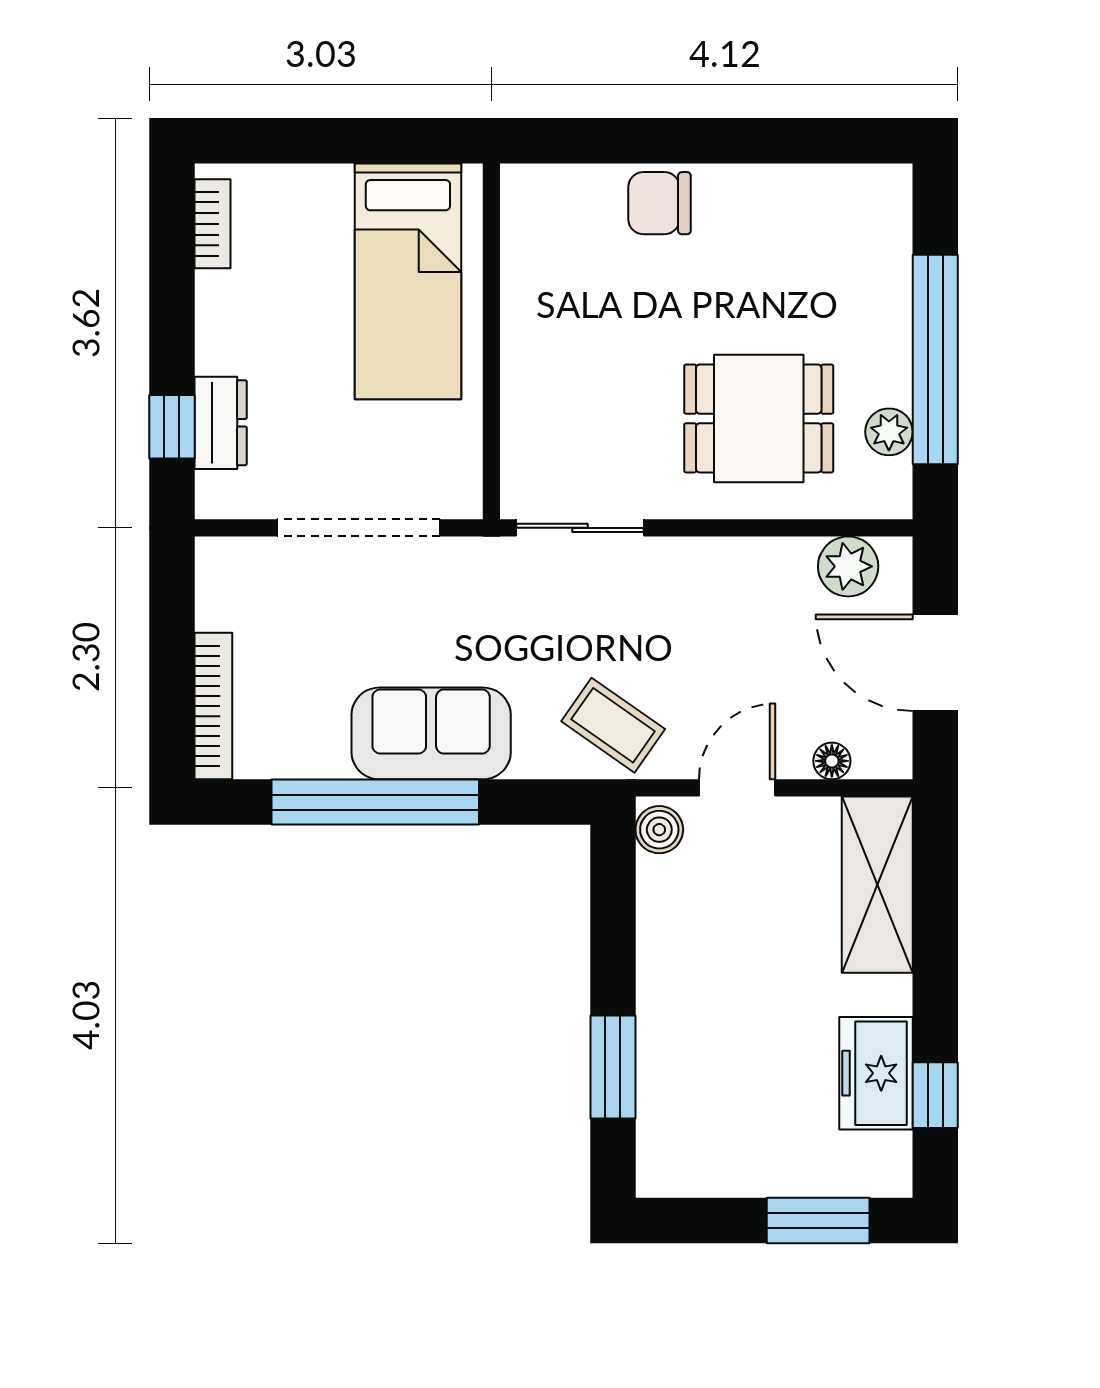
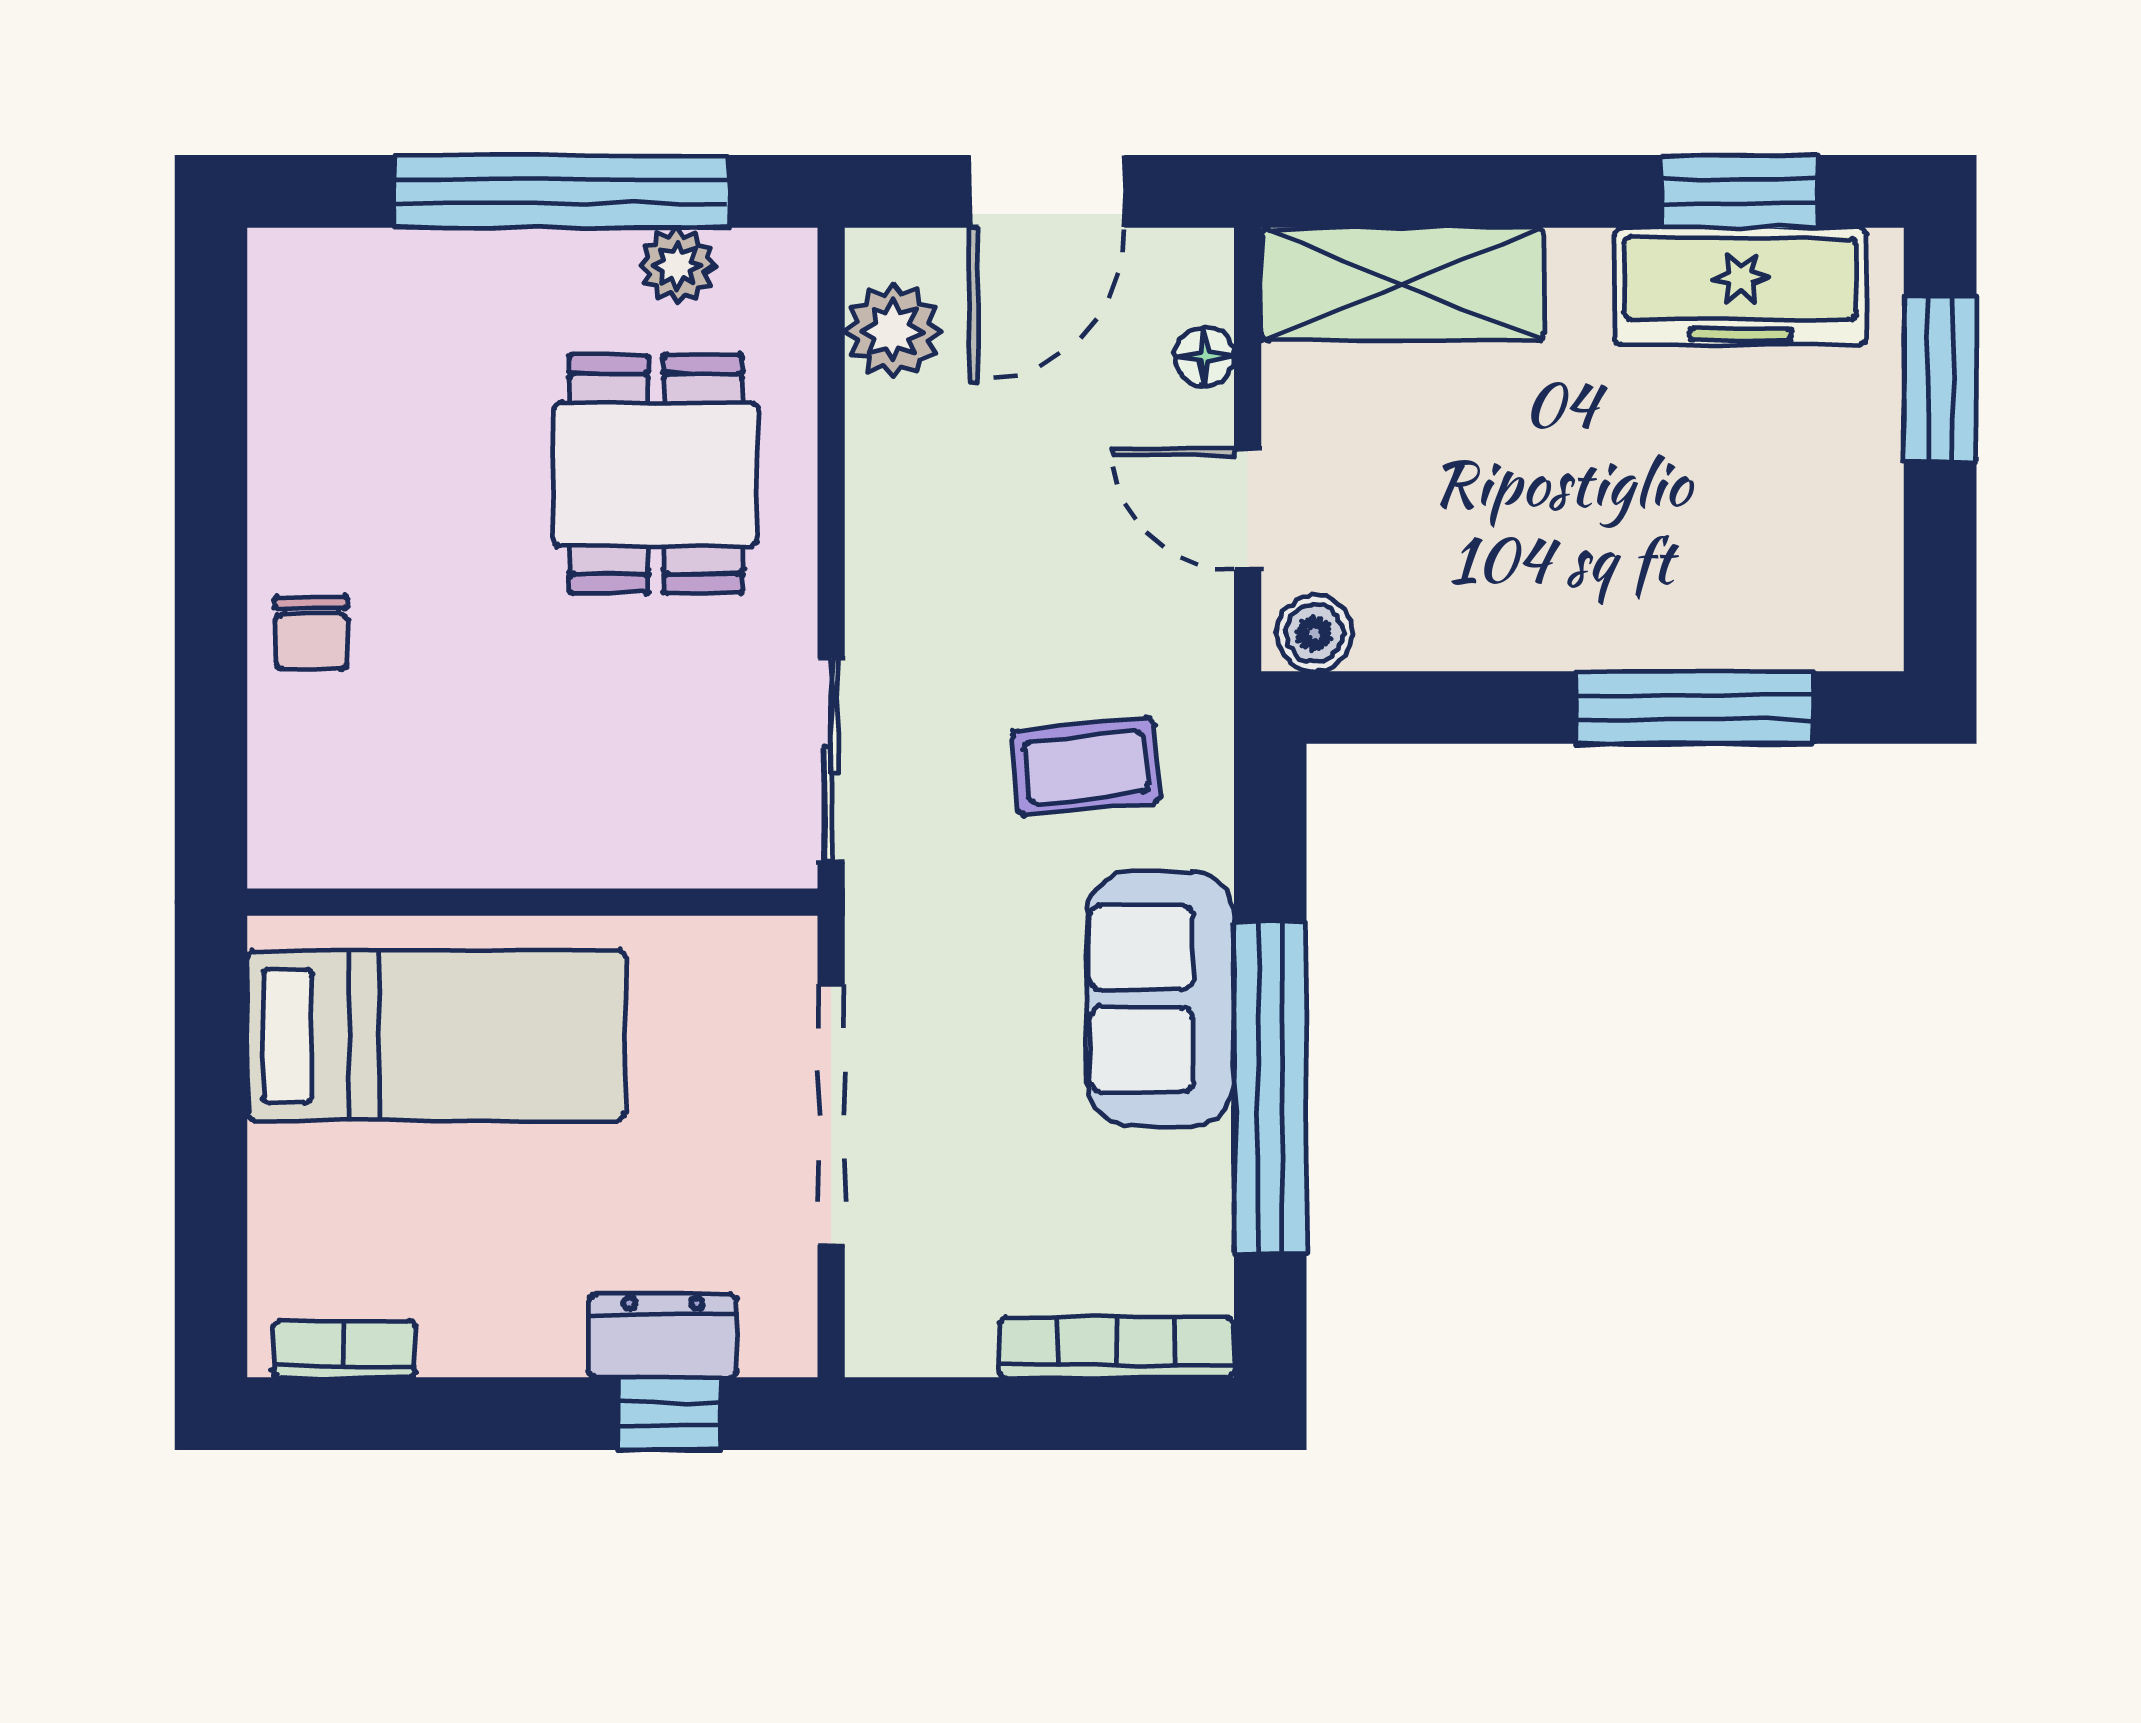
chair: (659, 203) -> (311, 633), width x0.73, depth x0.73
coffee table: (613, 725) -> (1086, 767), moved, turned 49
window: (613, 1067) -> (1694, 708), width x1.44
freezer: (876, 1073) -> (1741, 286), width x1.40
window: (935, 1095) -> (1740, 191), width x1.50

